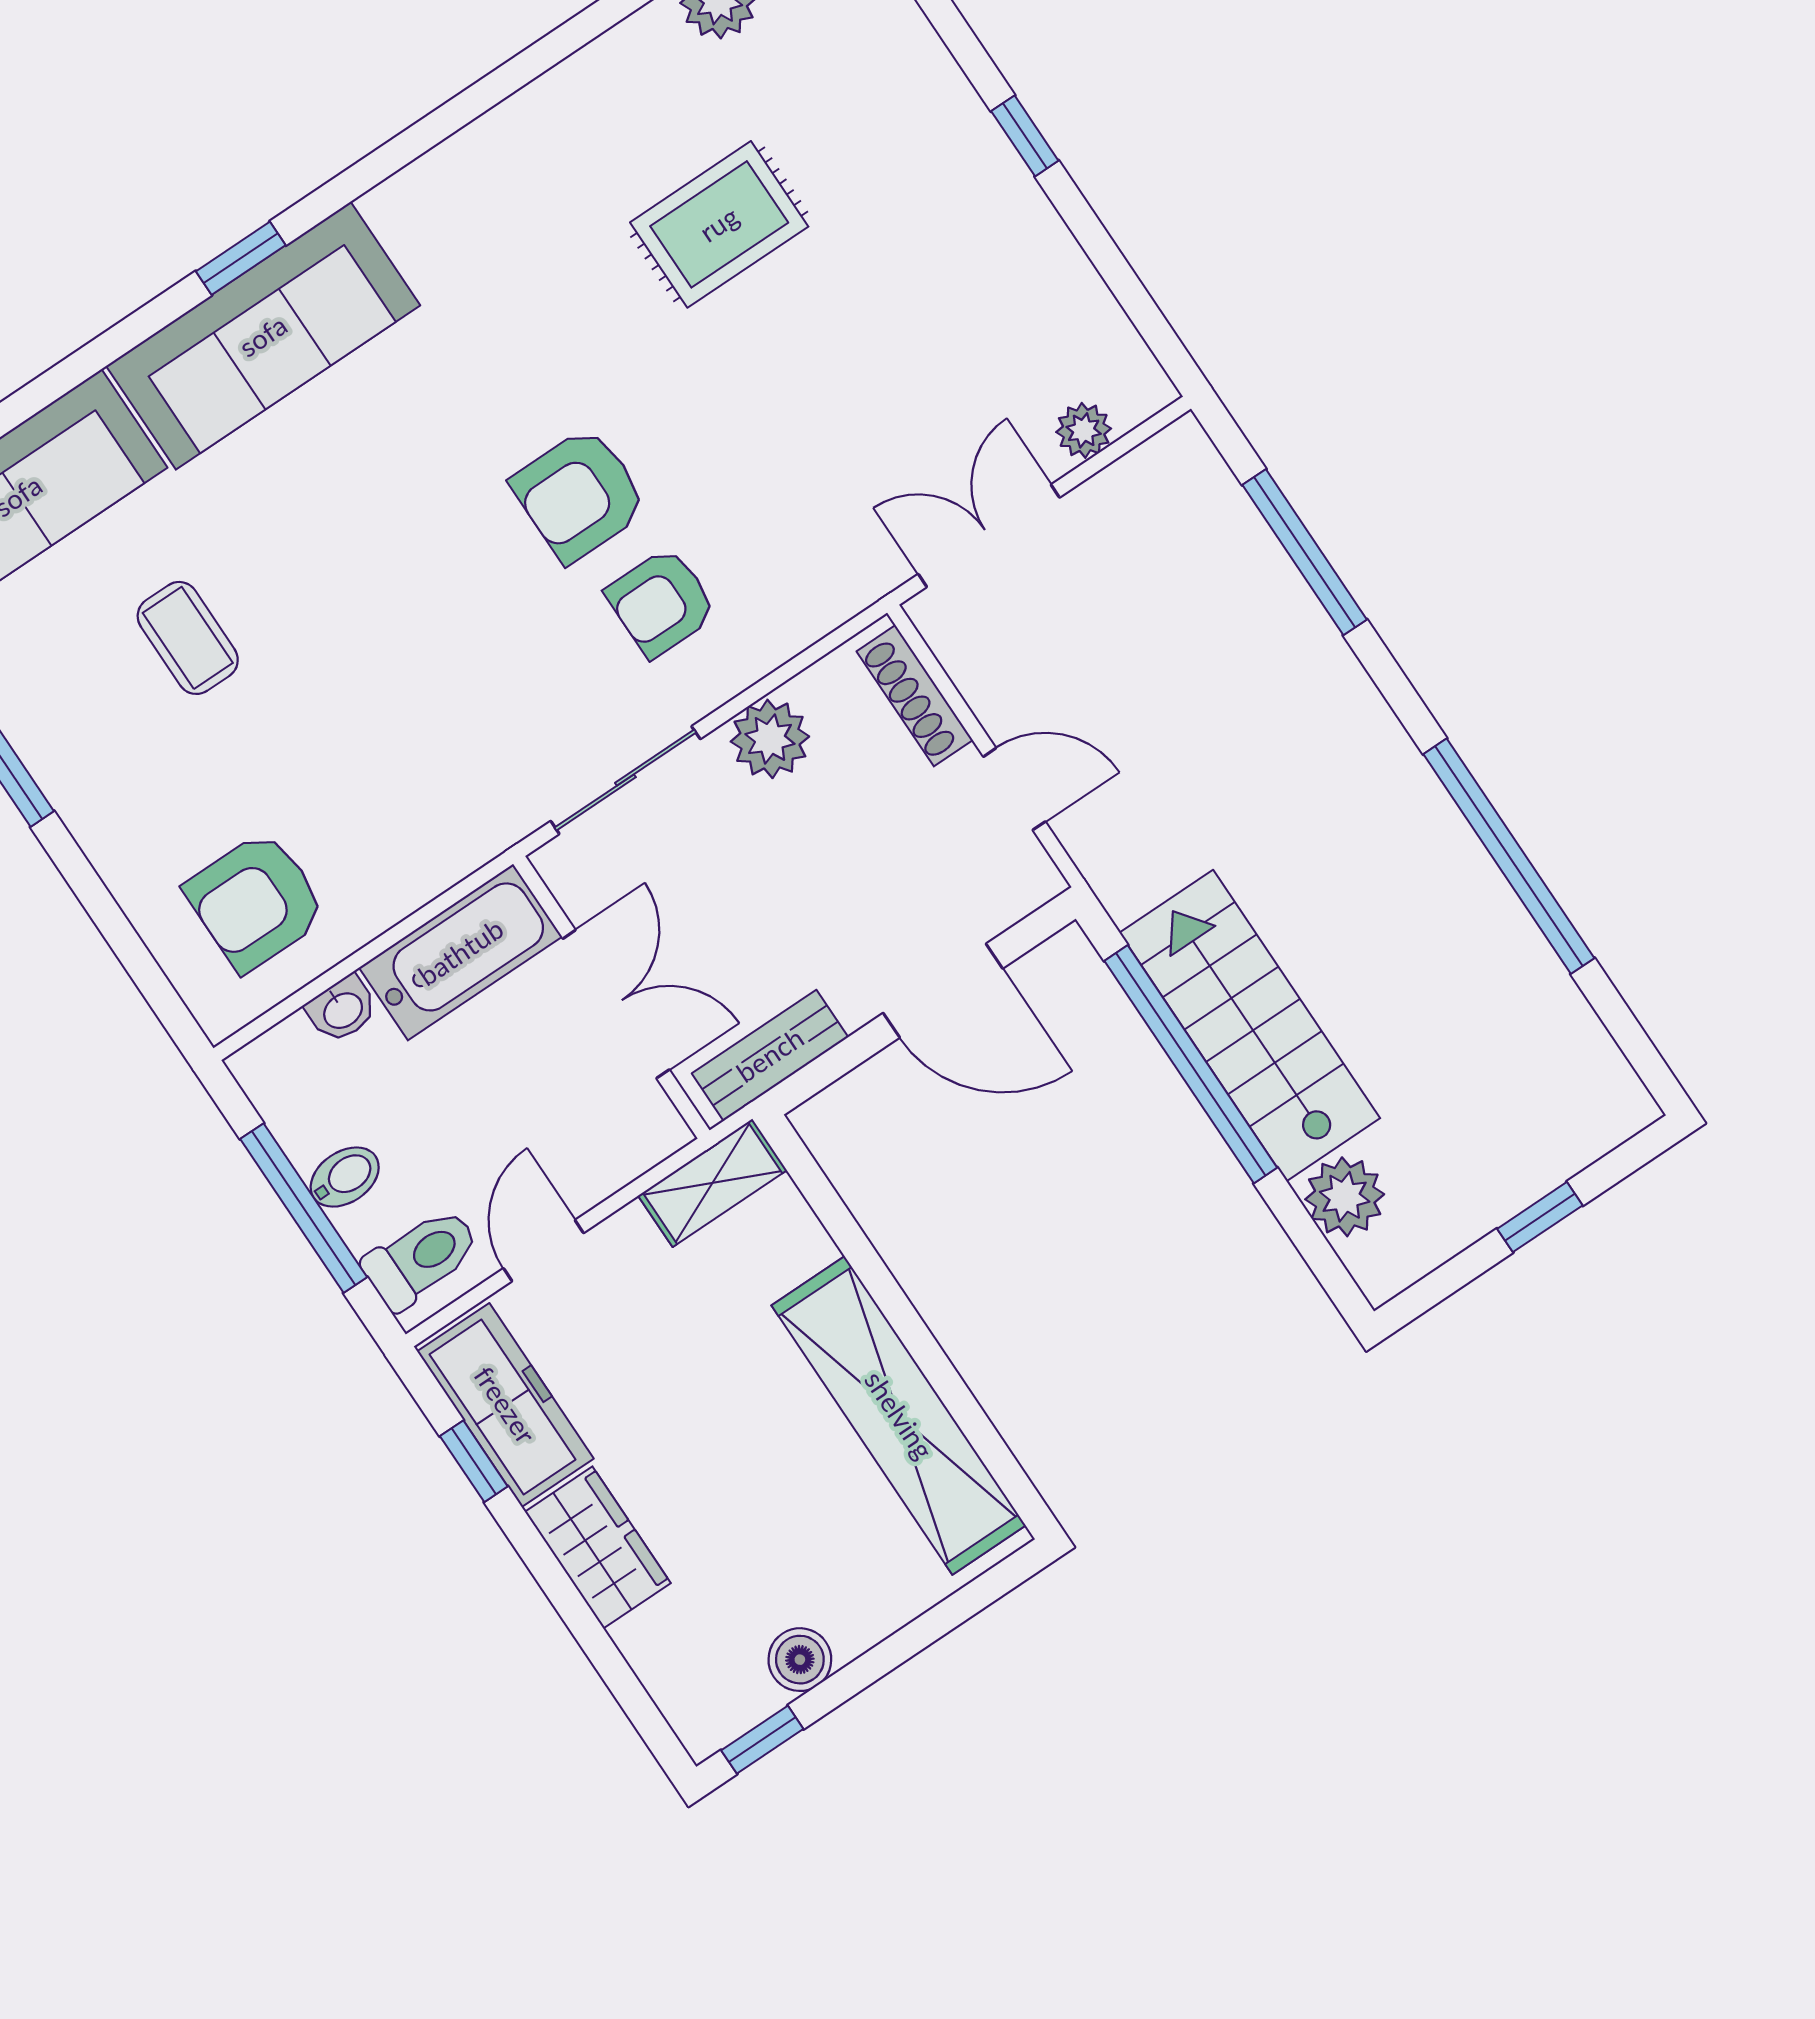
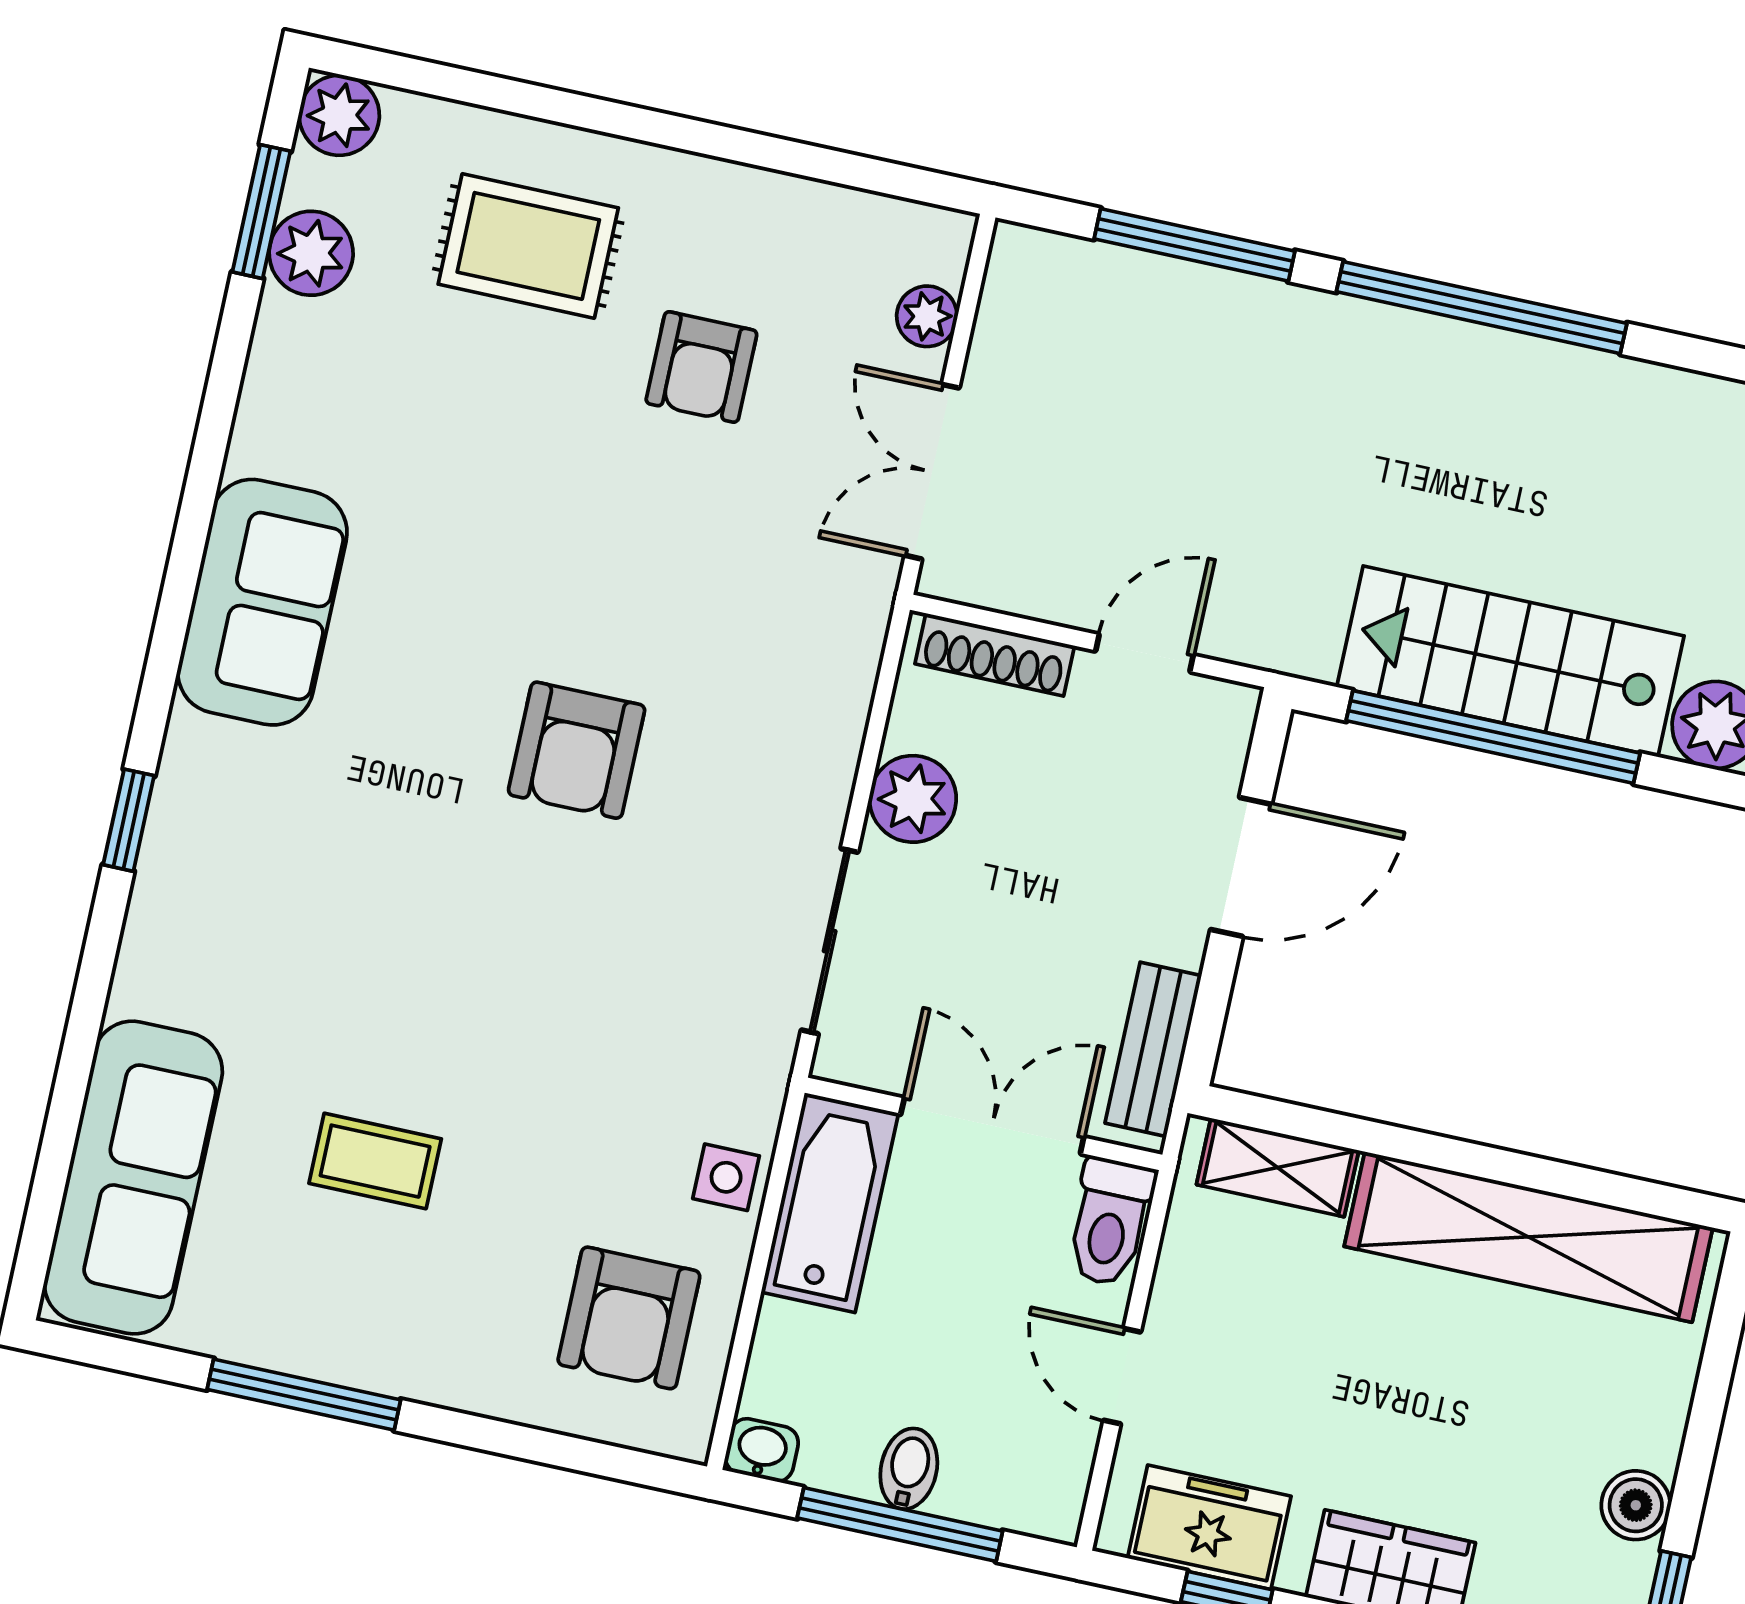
window: (1025, 136) -> (657, 128), removed
rug: (719, 224) -> (528, 246), moved, turned 90
sofa: (263, 336) -> (262, 602), moved, width x0.73
armchair: (661, 602) -> (701, 367), moved
window: (1509, 856) -> (1482, 308), moved
side table: (408, 870) -> (726, 1177), added
washbasin: (342, 1009) -> (762, 1450), moved, turned -90
shelving: (713, 1183) -> (1278, 1167), moved, turned 90
toilet: (421, 1258) -> (1110, 1222), moved, turned 180
freezer: (505, 1405) -> (1209, 1527), width x0.71

